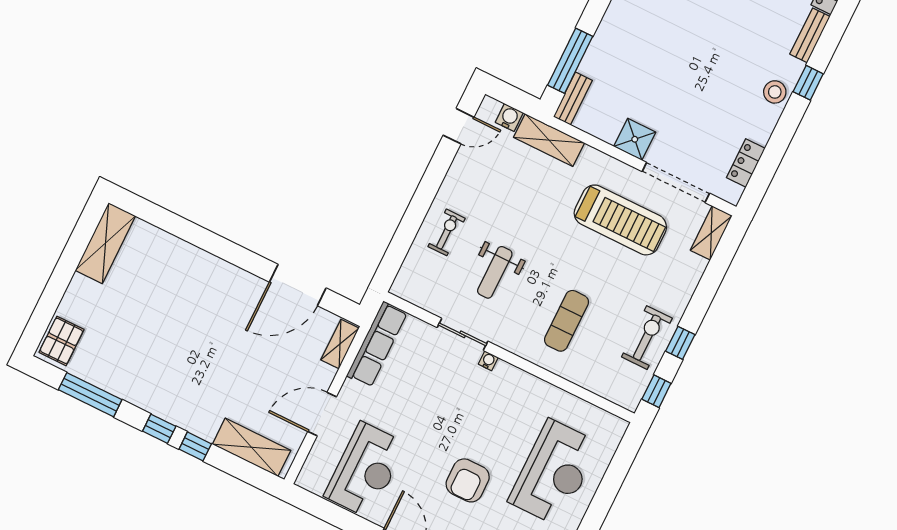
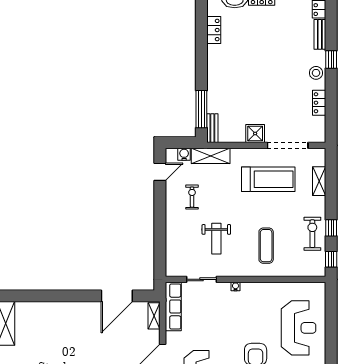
locker: (746, 163) -> (319, 103), moved
exercise bike: (447, 232) -> (192, 197), moved
shelving: (711, 233) -> (319, 181), moved
sliding door: (463, 334) -> (201, 279), moved

